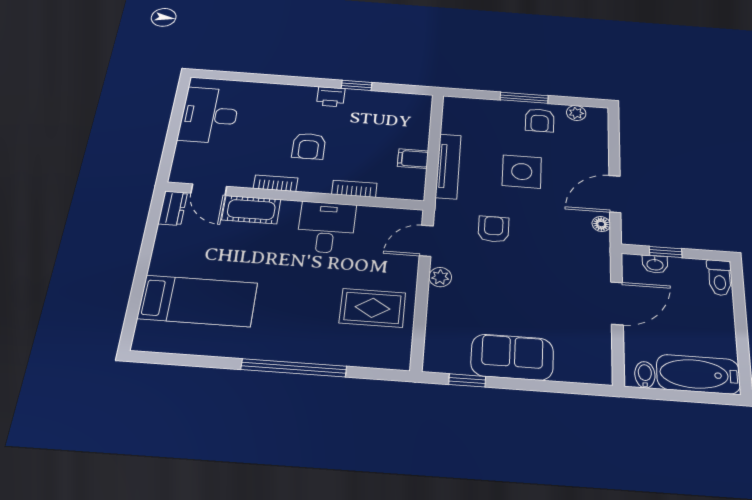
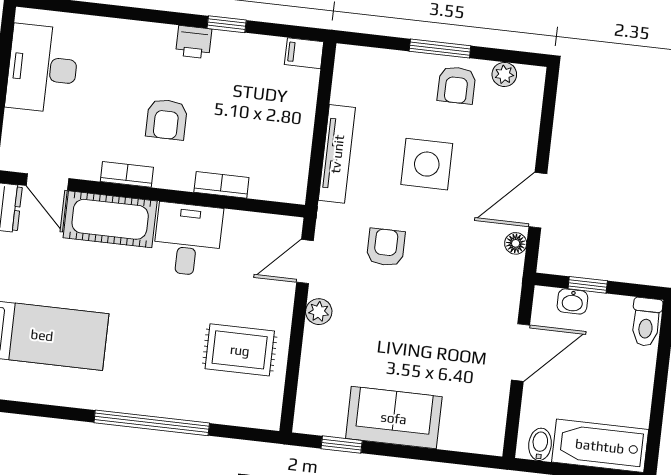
filing cabinet: (413, 159) -> (304, 53), moved
cot: (251, 210) -> (110, 219), width x1.37, depth x1.34

